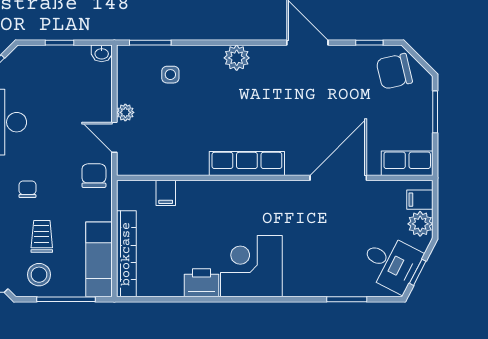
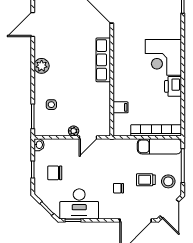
chair: (94, 176) -> (55, 173), moved

